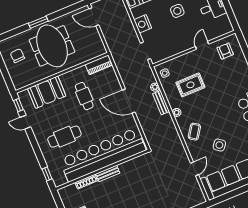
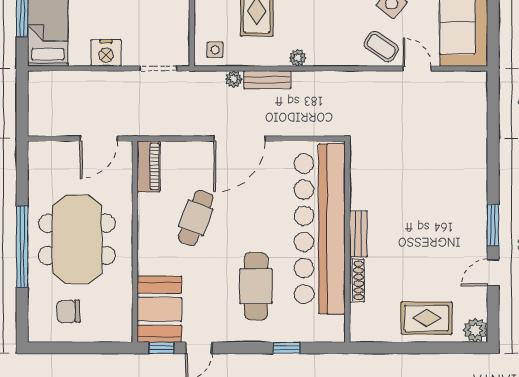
door: (94, 17) -> (99, 139), moved
window: (38, 22) -> (22, 247), width x2.11
meeting table: (52, 46) -> (77, 239), turned 90
booth: (47, 92) -> (159, 309), moved
cafe table: (84, 96) -> (196, 218), turned -69
coffee table: (194, 132) -> (381, 46), moved
window: (47, 174) -> (287, 348), moved

